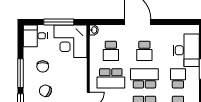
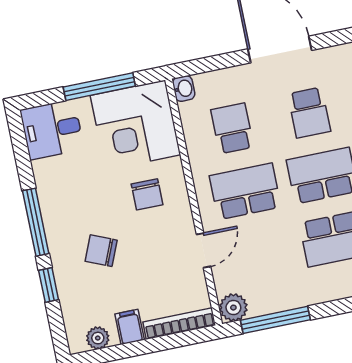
school desk: (111, 51) -> (232, 128), turned 180
chair: (43, 66) -> (147, 194), moved
school desk: (111, 78) -> (245, 191), turned 180

